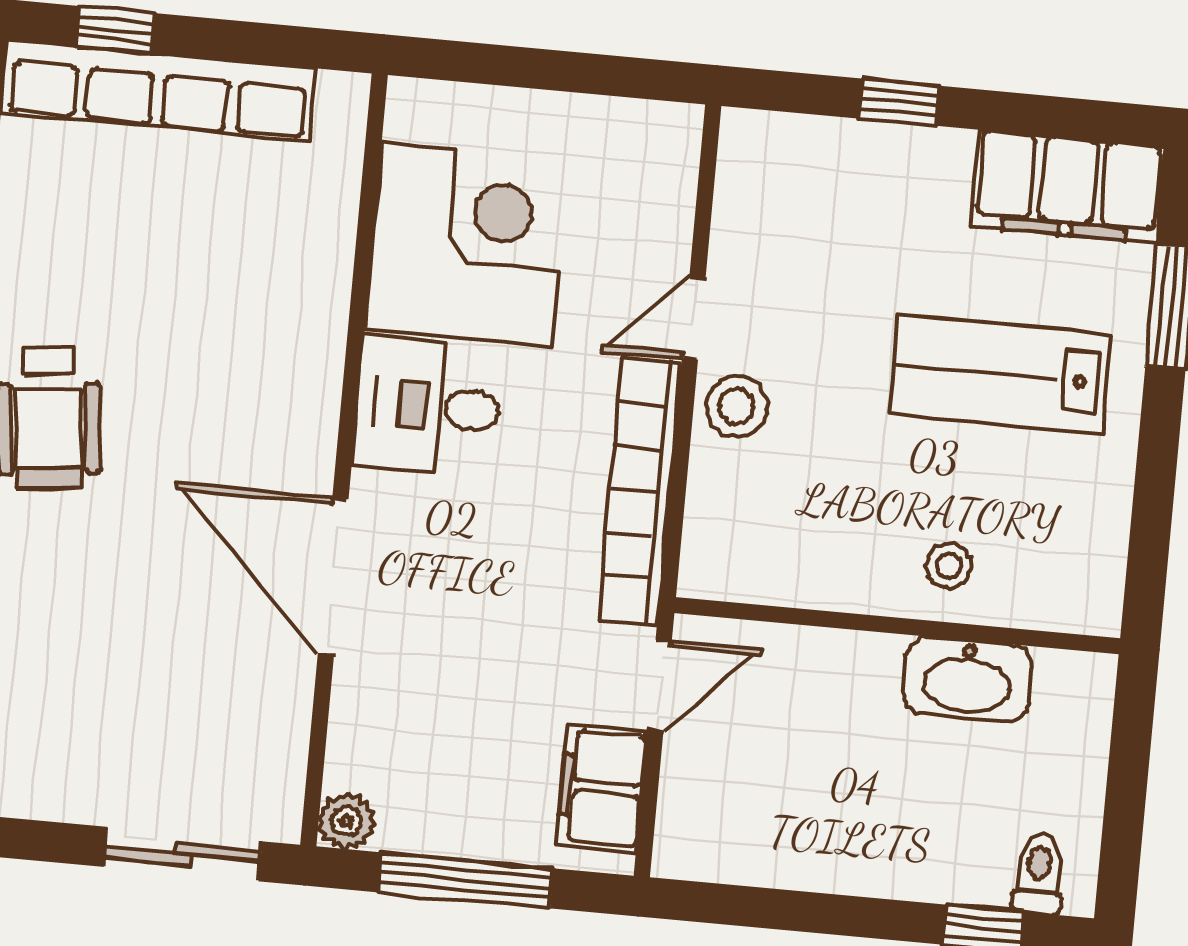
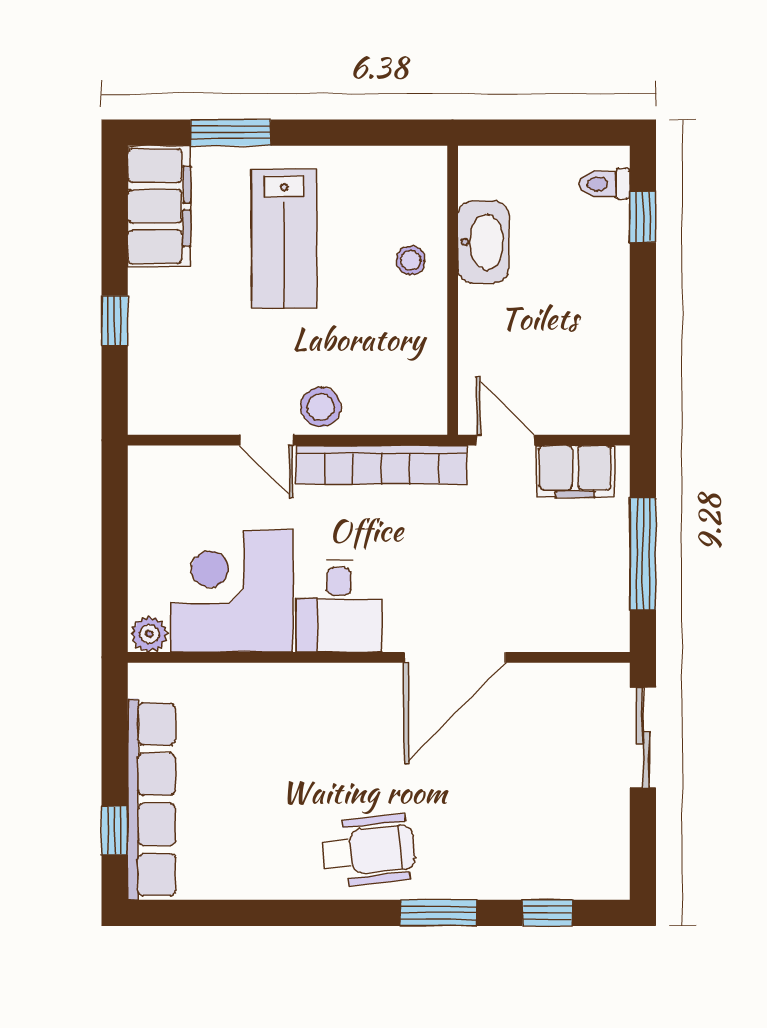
plant: (347, 821) -> (149, 634), moved

